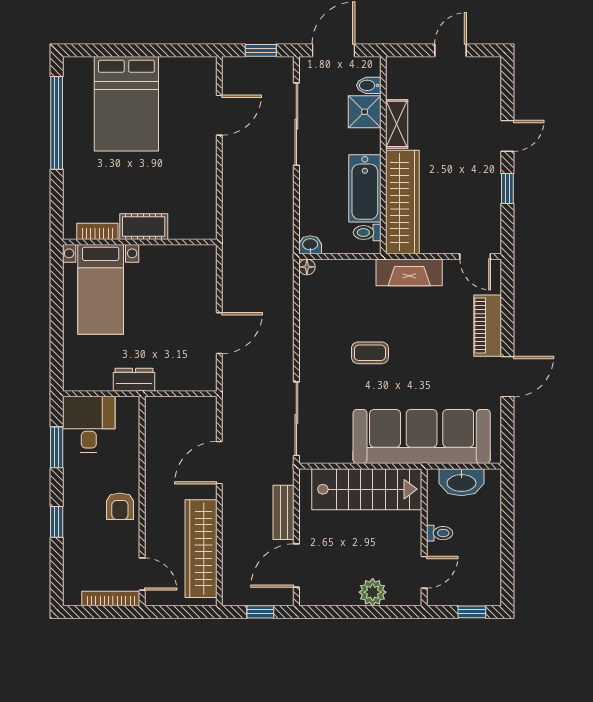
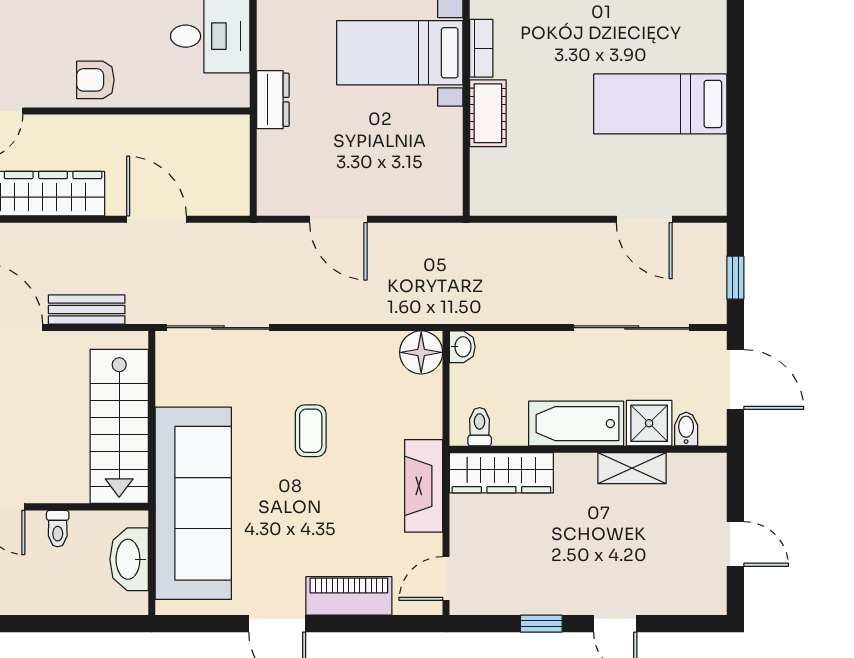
bed: (126, 104) -> (660, 104), width x0.67
bathtub: (365, 188) -> (576, 424), moved
wardrobe: (402, 202) -> (501, 473), width x0.71, depth x0.85
floor lamp: (307, 267) -> (421, 352), width x1.89, depth x1.89

